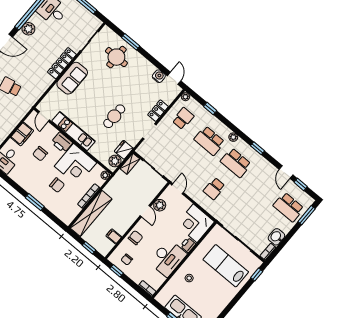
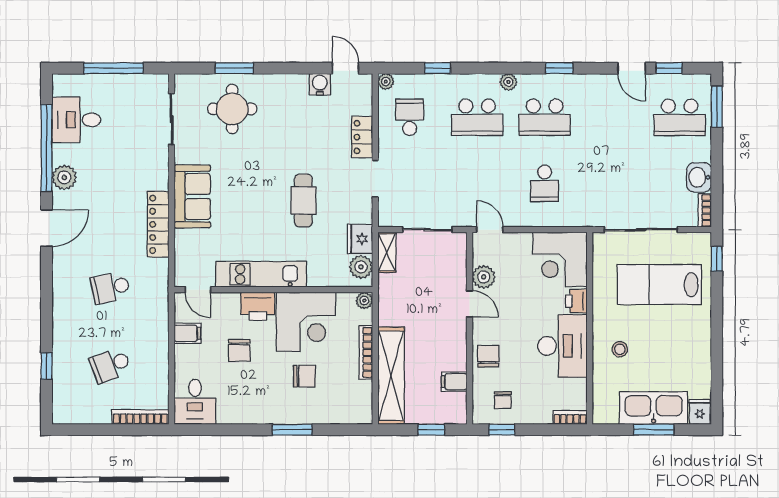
locker: (62, 63) -> (158, 224), moved
filing cabinet: (22, 134) -> (187, 333), width x0.50

